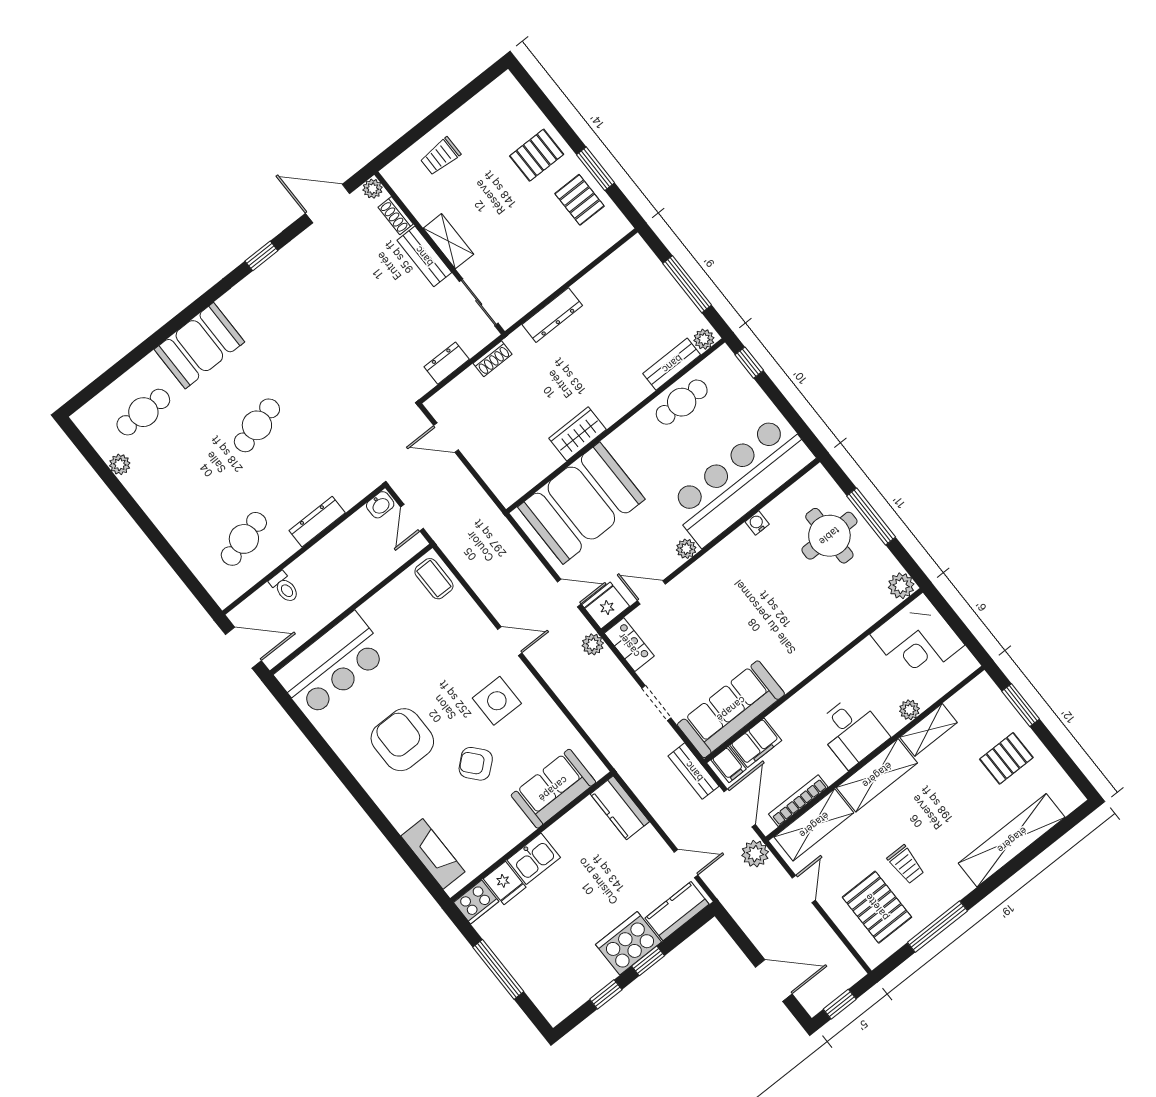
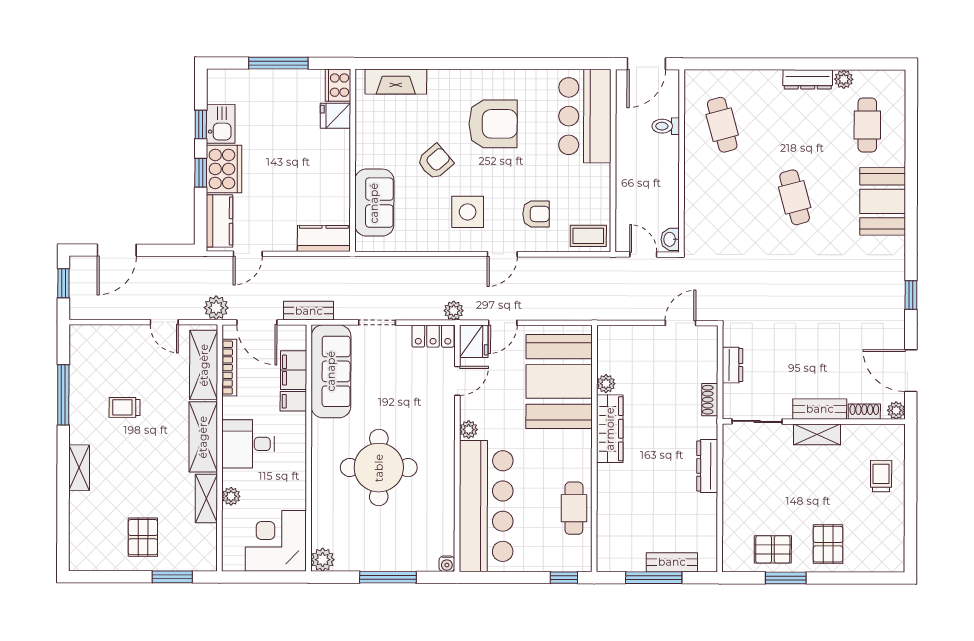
door: (328, 204) -> (911, 371), swing flipped
plant: (704, 339) -> (606, 384), moved
bench: (672, 364) -> (672, 562), moved, turned 90
wardrobe: (578, 434) -> (610, 429), width x1.50
dresser: (317, 522) -> (808, 79), moved, turned 90
water cooler: (757, 523) -> (447, 564), moved, turned 90
round table: (829, 536) -> (379, 468), moved, width x1.36, depth x1.36
armchair: (451, 640) -> (536, 214), added
filing cabinet: (729, 765) -> (293, 401), moved
shelving: (1012, 840) -> (79, 468), width x0.45, depth x0.75
kitchen sink: (534, 859) -> (221, 124), moved, turned 180
pallet: (877, 907) -> (111, 363), removed

